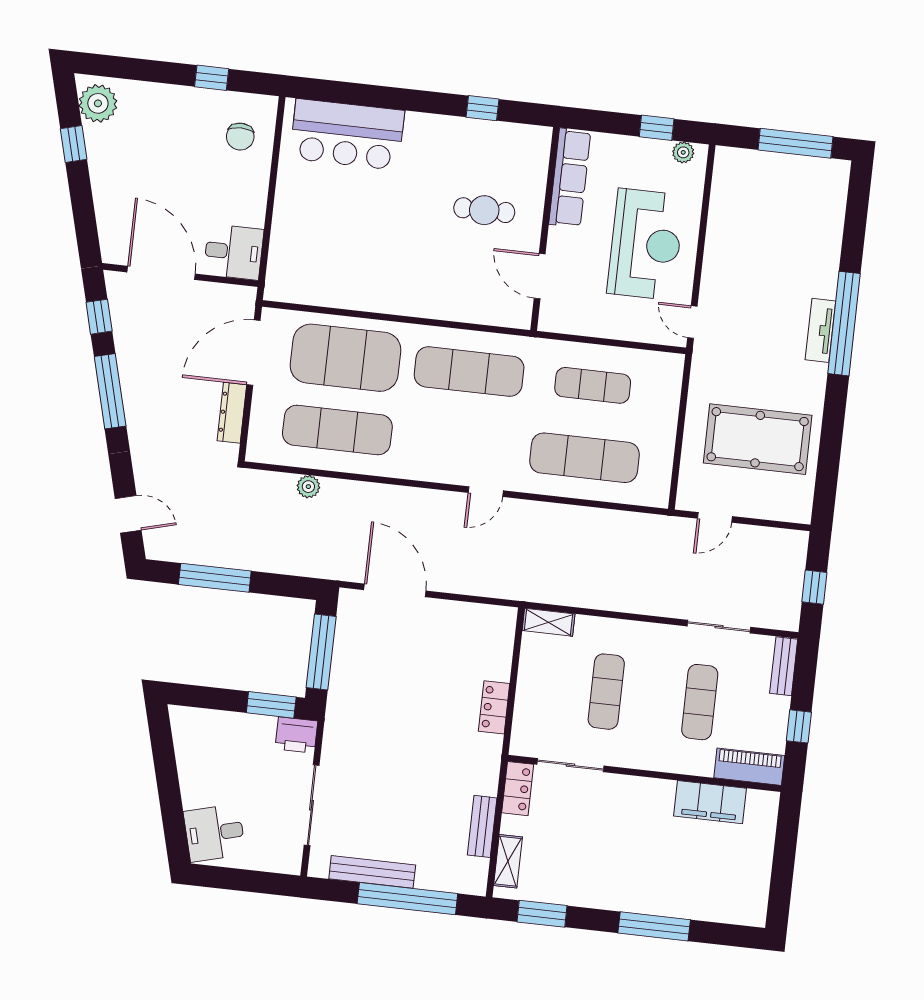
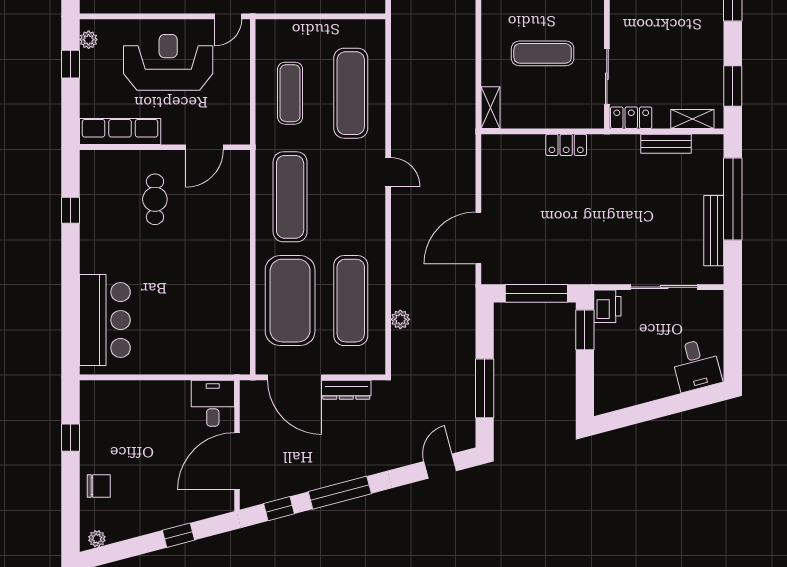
plant: (98, 103) -> (97, 539), width x0.53, depth x0.53
chair: (240, 137) -> (99, 486), moved
window: (74, 144) -> (178, 535), moved

